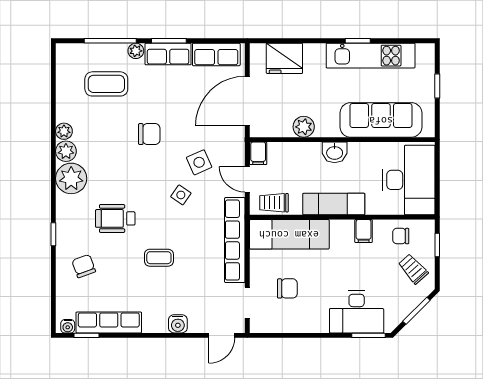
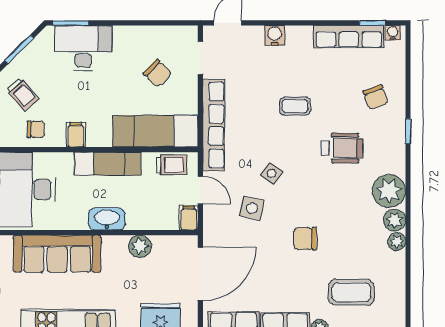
washbasin: (335, 152) -> (107, 219), width x1.38
side table: (199, 162) -> (252, 208), turned 37
chair: (287, 288) -> (157, 73), turned -135

